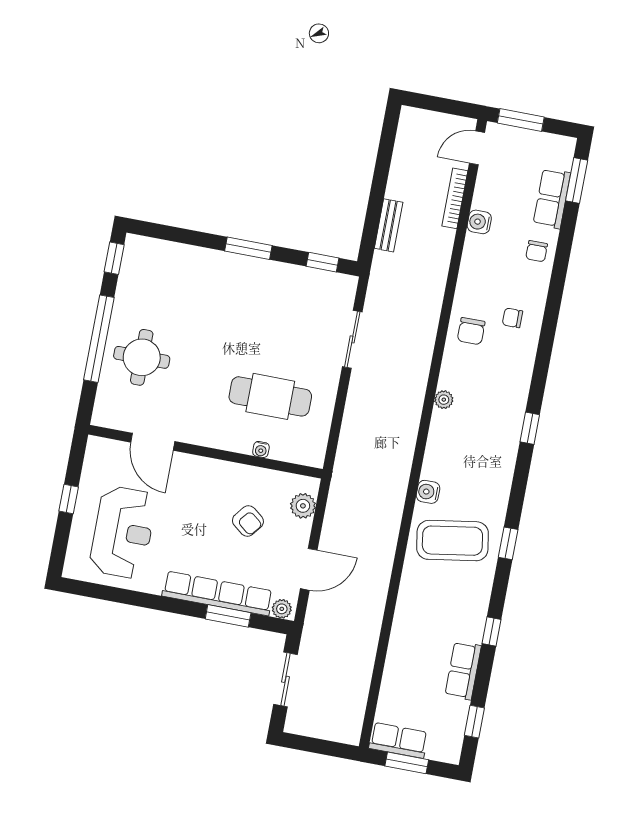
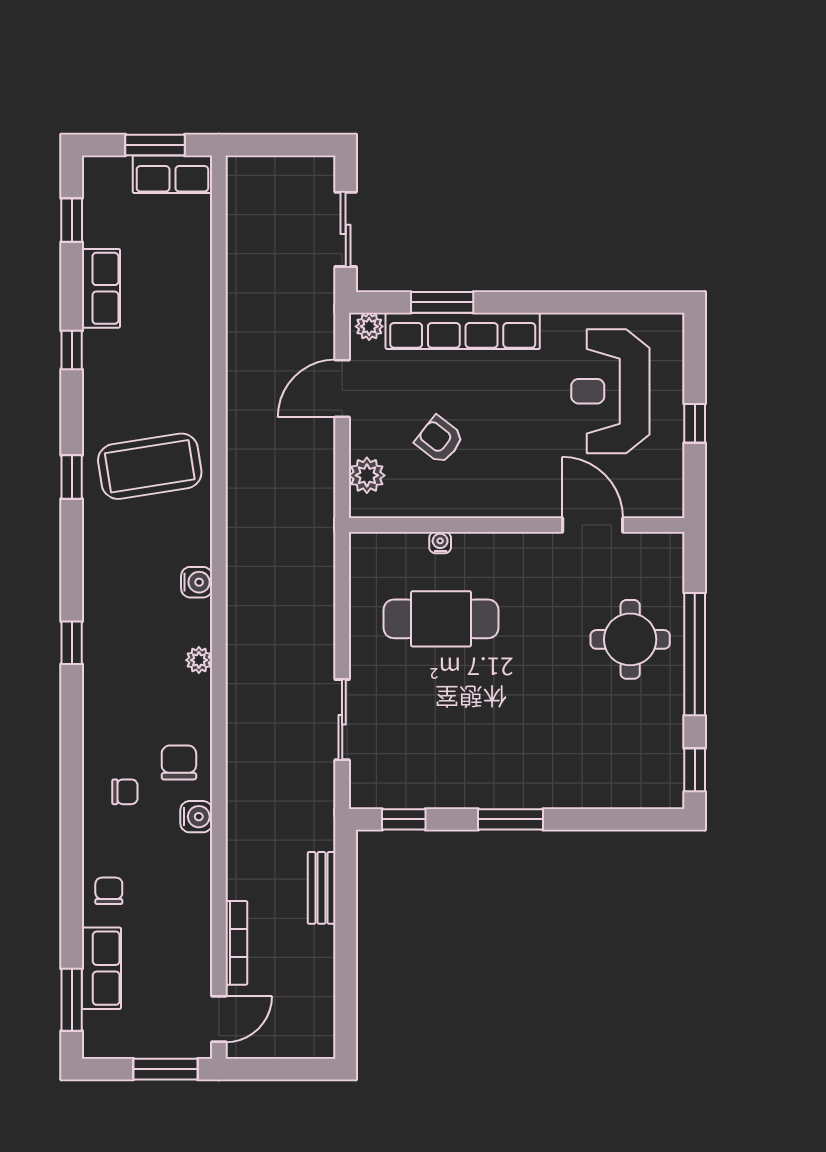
water cooler: (479, 222) -> (196, 817), moved
water cooler: (428, 492) -> (197, 582), moved

